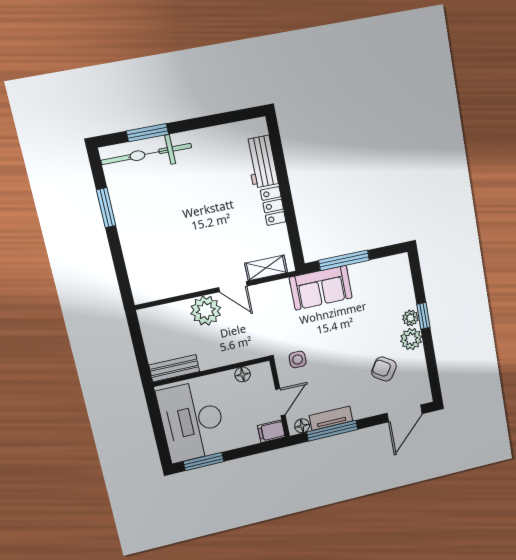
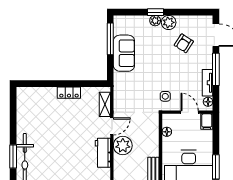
workbench: (261, 162) -> (103, 153), moved, turned 90
window: (344, 260) -> (110, 39), moved
sofa: (321, 288) -> (124, 53), moved
window: (332, 431) -> (216, 69), moved

